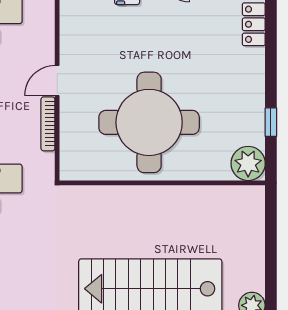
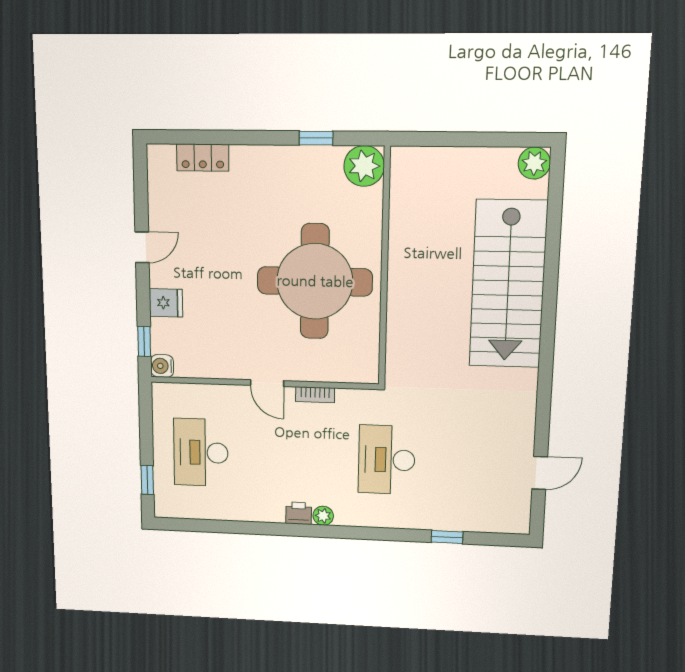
bookcase: (48, 124) -> (315, 395), width x0.64

